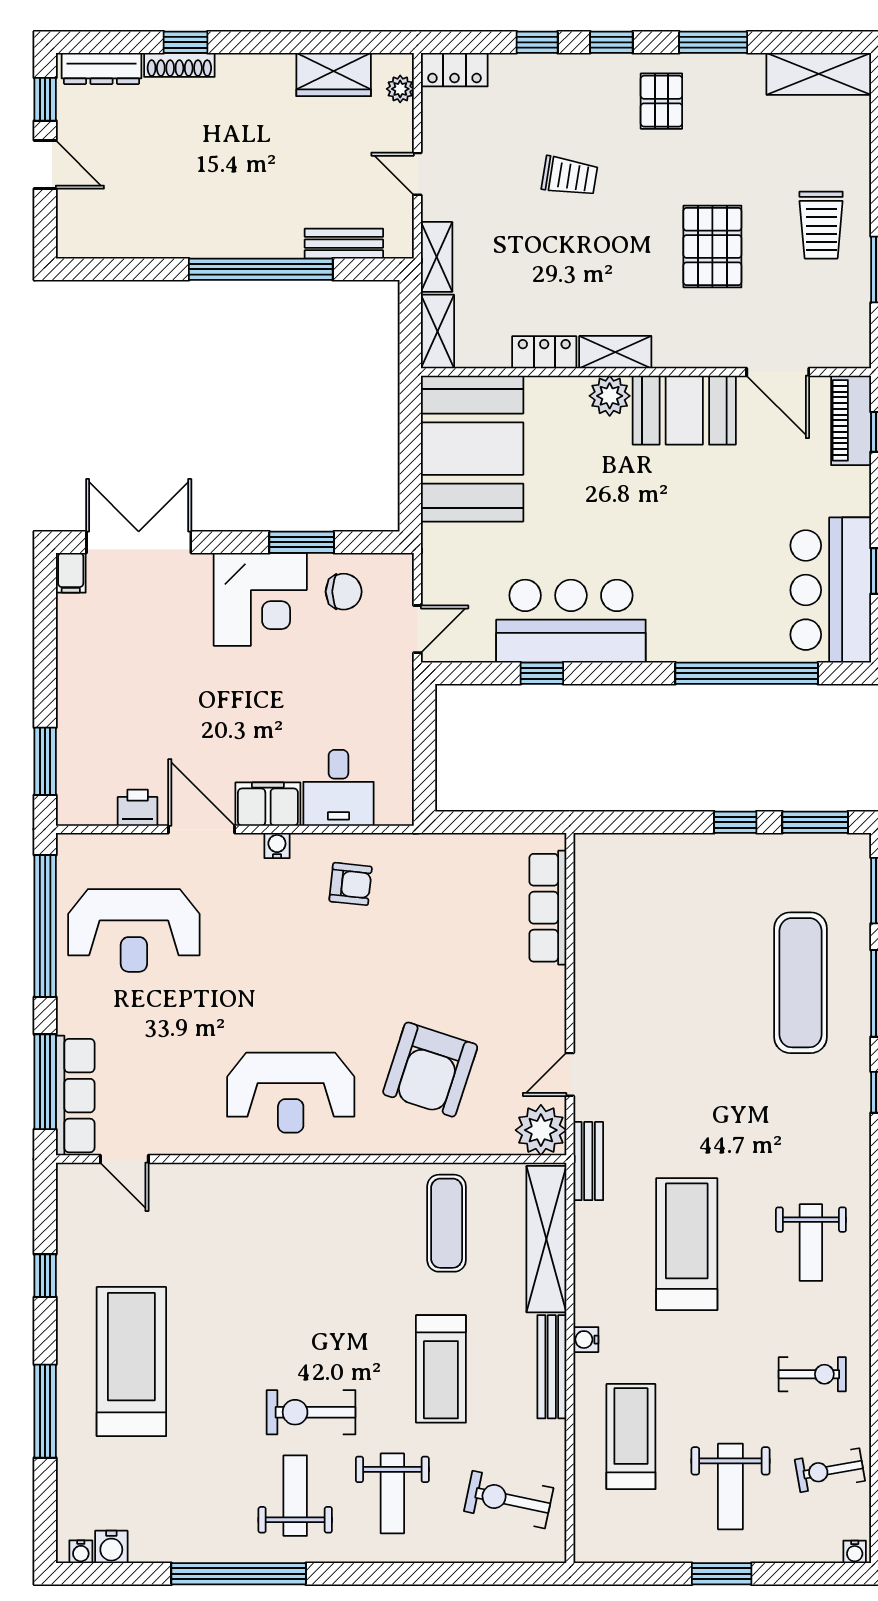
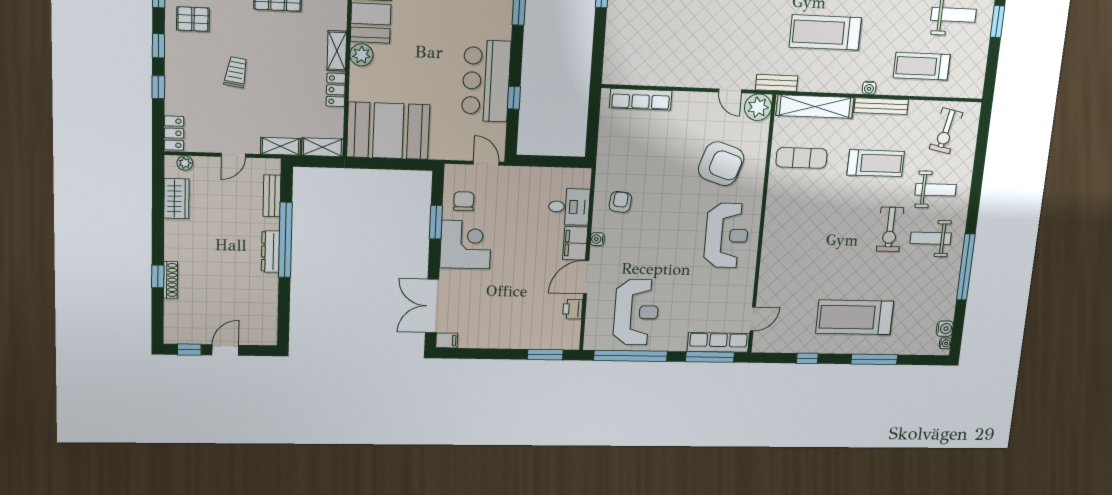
dresser: (101, 68) -> (270, 252), moved, turned 180

